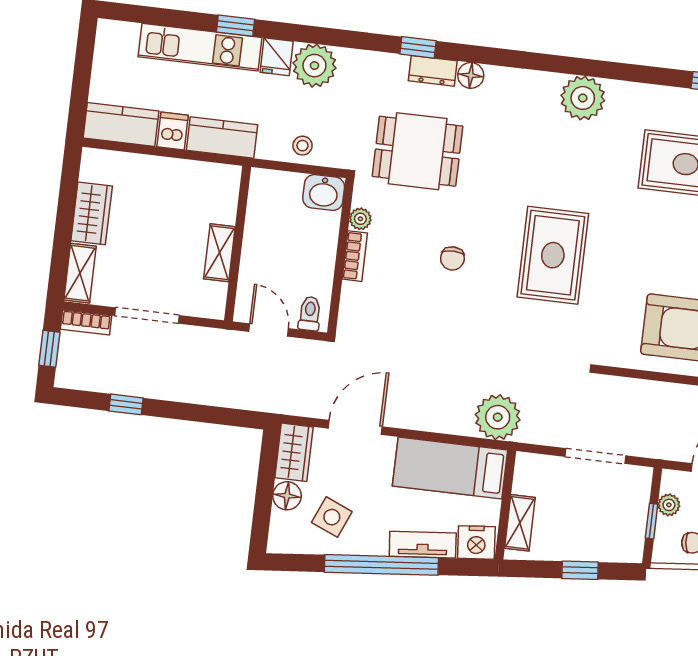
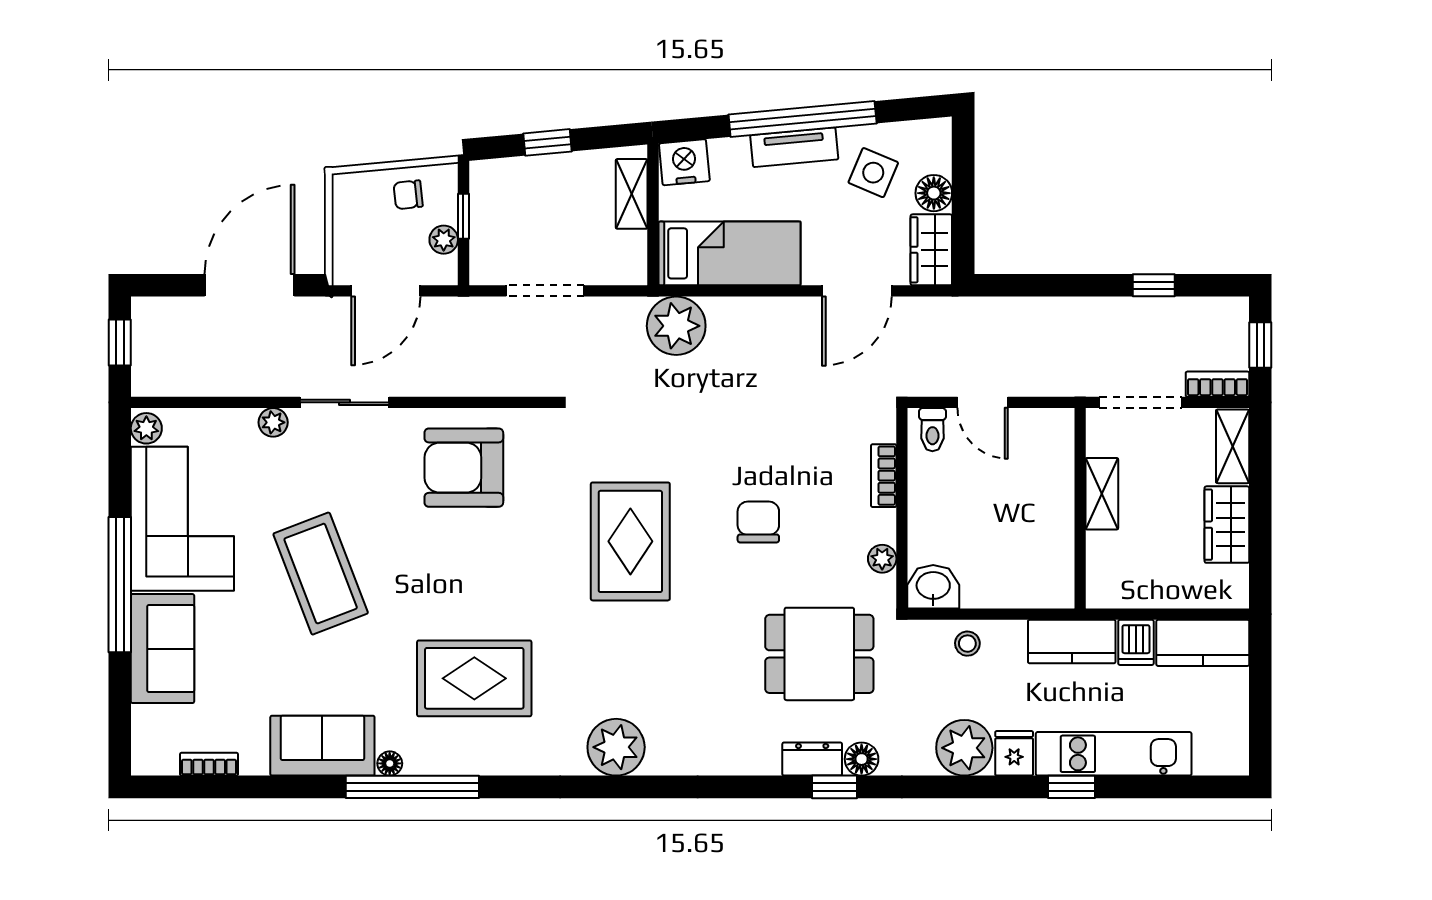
floor lamp: (471, 75) -> (862, 759), moved
wall: (238, 244) -> (1080, 508), moved
shelving: (219, 253) -> (1102, 494), moved
bookcase: (355, 256) -> (884, 476), moved
chair: (452, 258) -> (758, 522), width x1.37, depth x1.37
tv unit: (423, 545) -> (794, 147), moved

